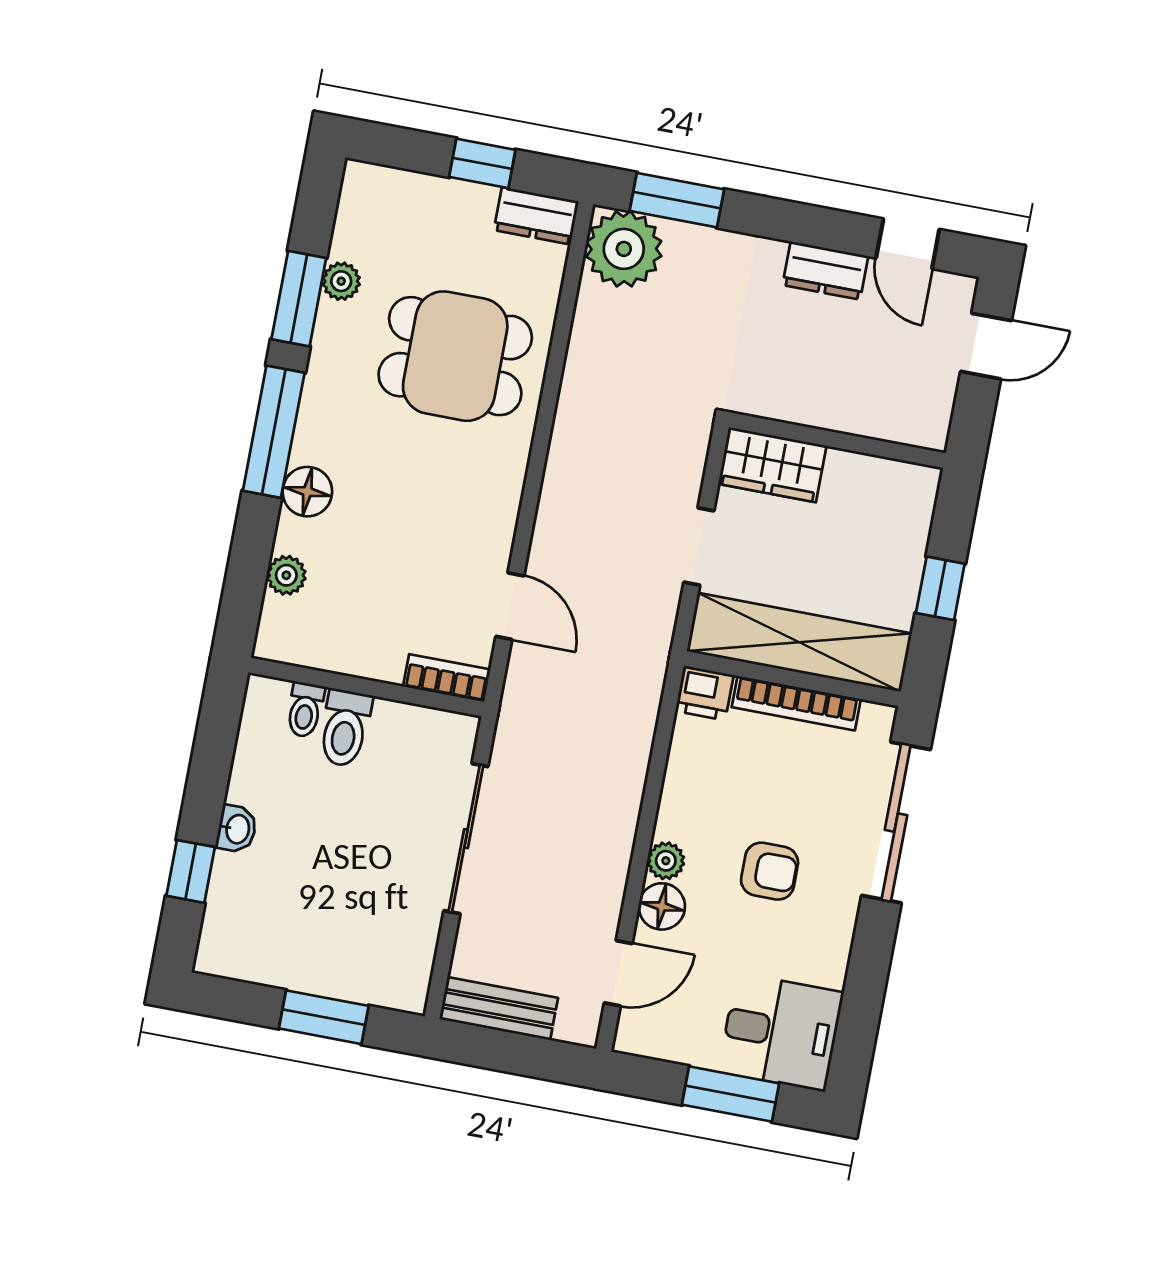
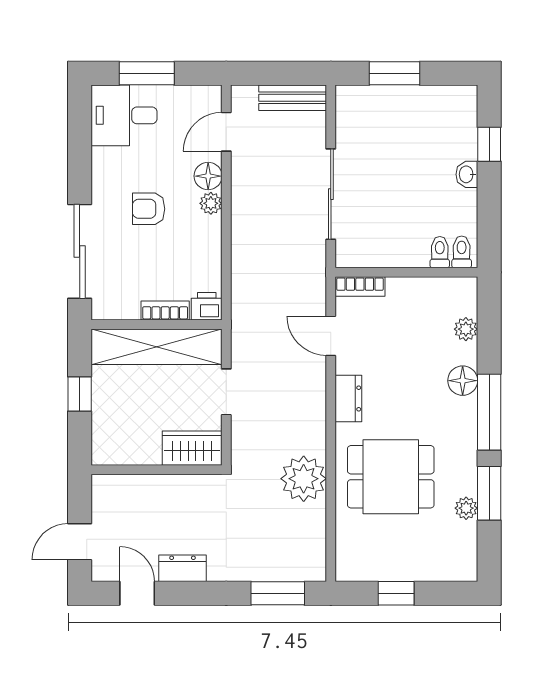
dresser: (536, 216) -> (348, 398), moved, turned 90
plant: (624, 249) -> (304, 479), moved
bookcase: (796, 703) -> (165, 311), width x0.64
toilet: (345, 728) -> (462, 252), moved, width x0.73, depth x0.72

